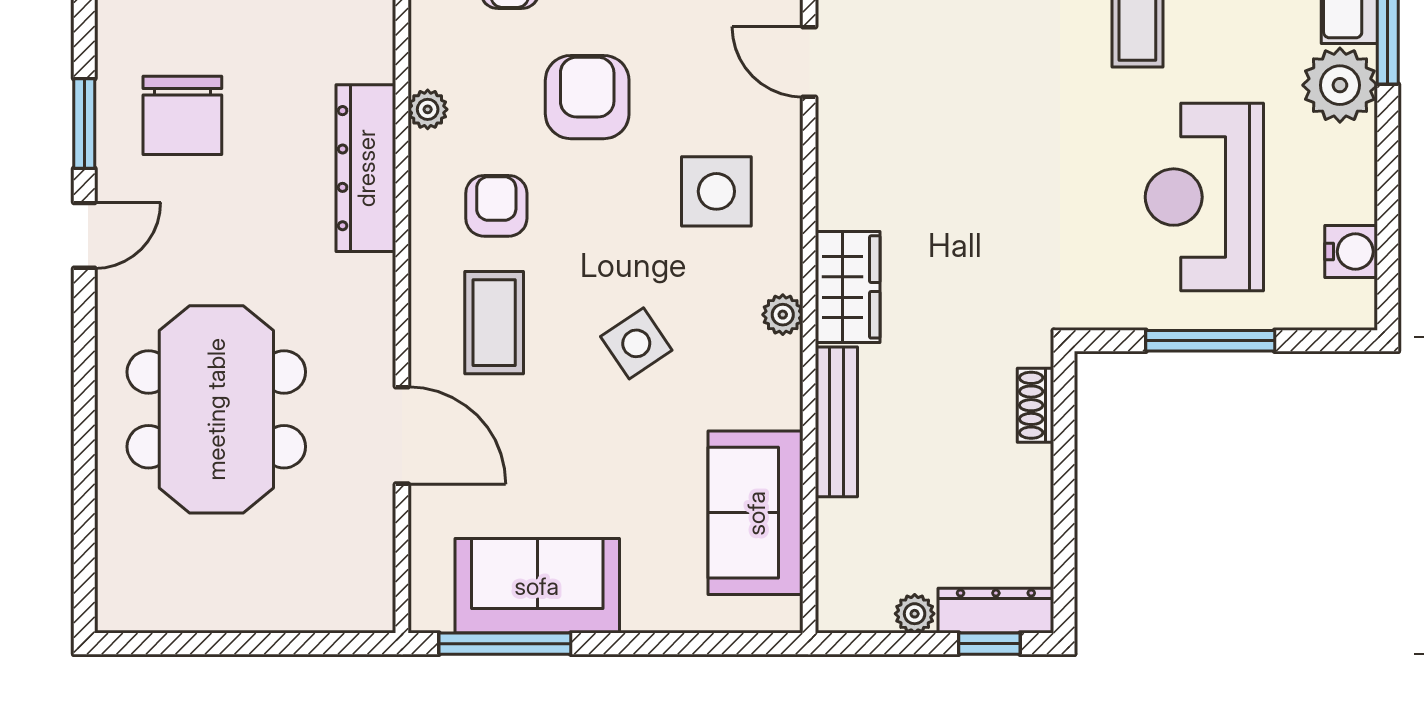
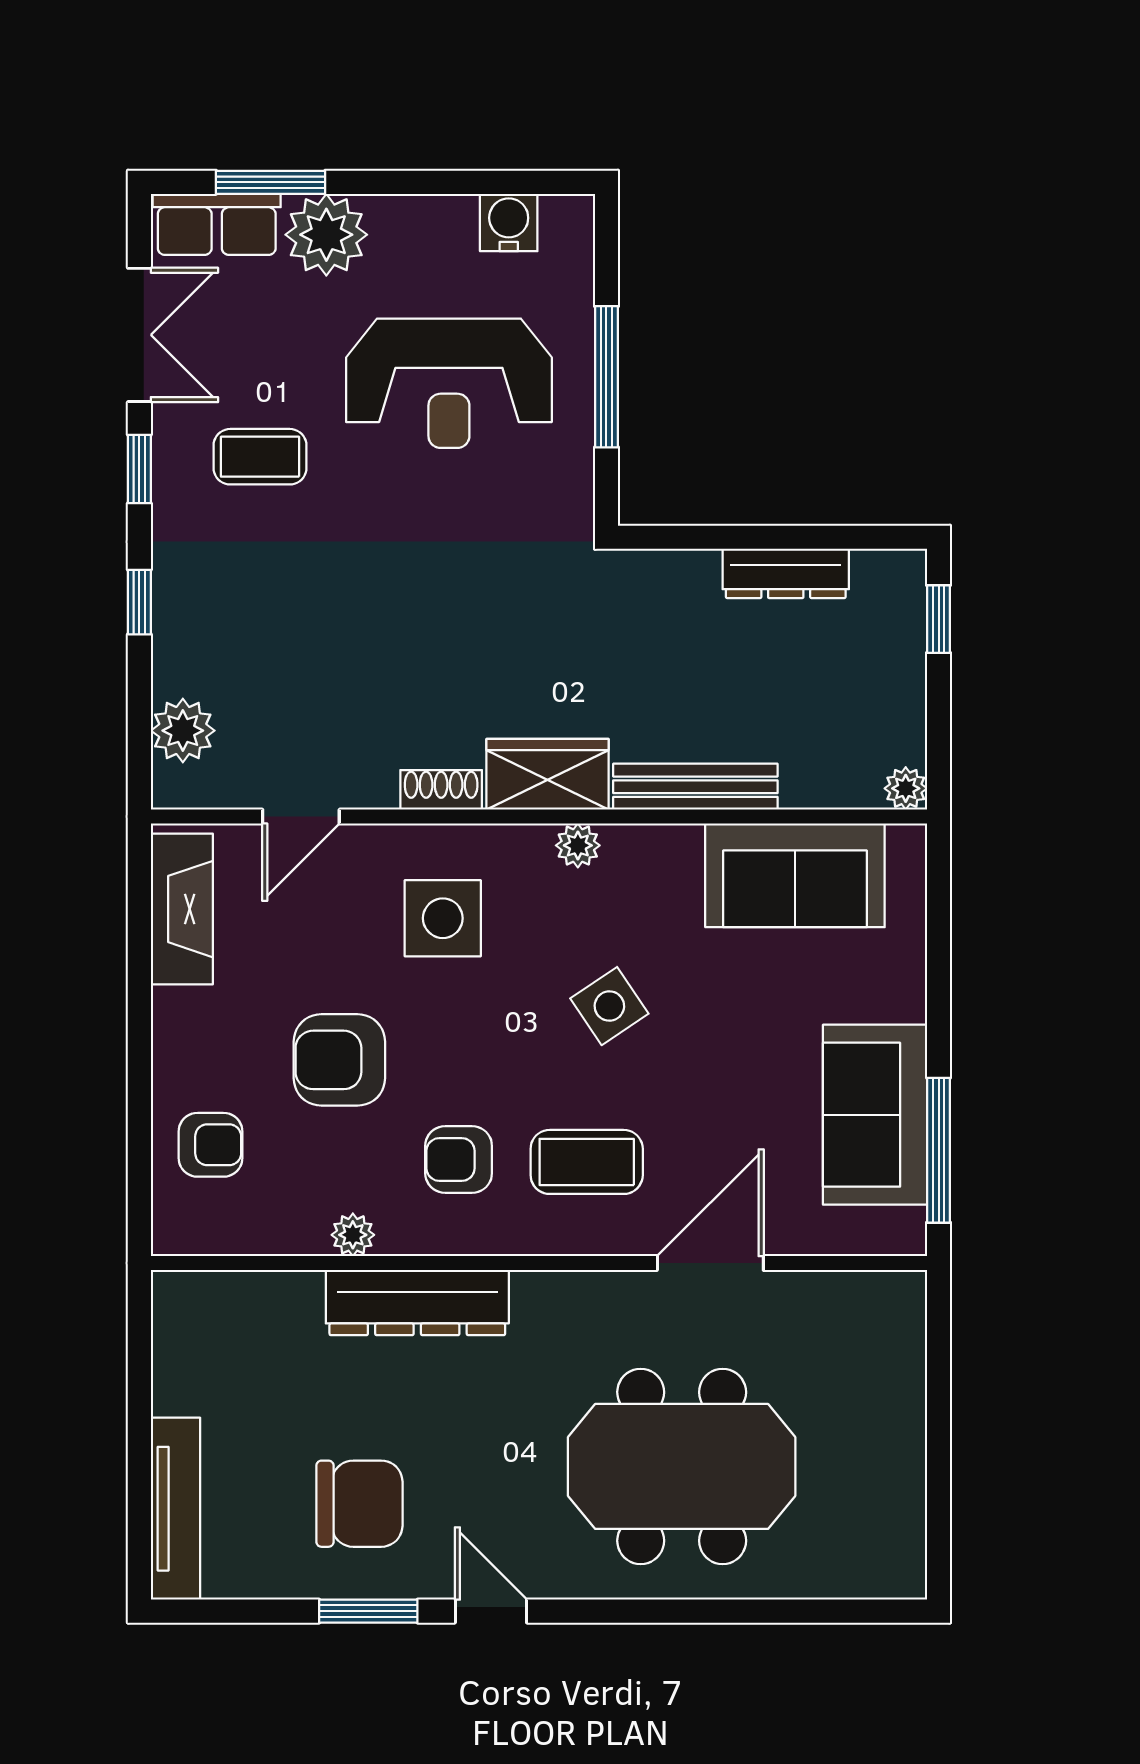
shoe rack: (1035, 405) -> (441, 790), moved, turned 180
dresser: (996, 611) -> (786, 573), moved, turned -90
plant: (915, 614) -> (906, 788), moved

